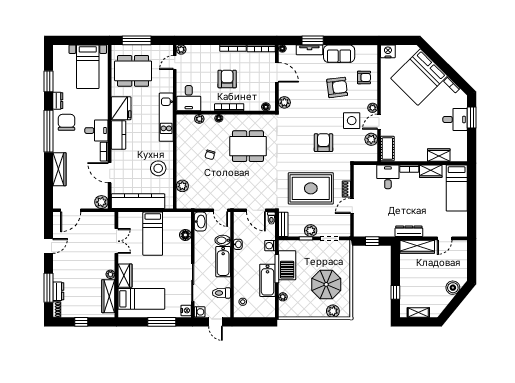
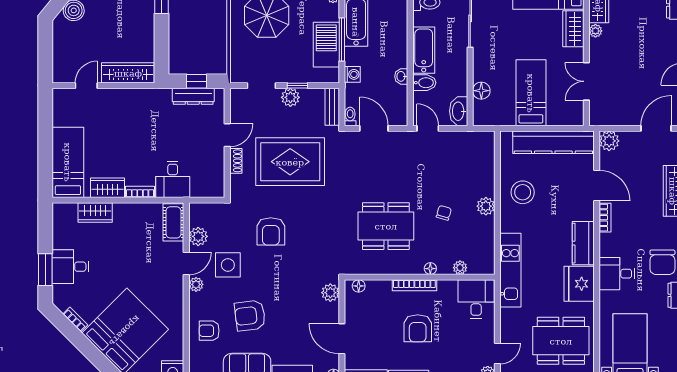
desk: (96, 131) -> (617, 274), moved
plant: (182, 186) -> (486, 206), moved
dresser: (409, 231) -> (193, 96), moved

